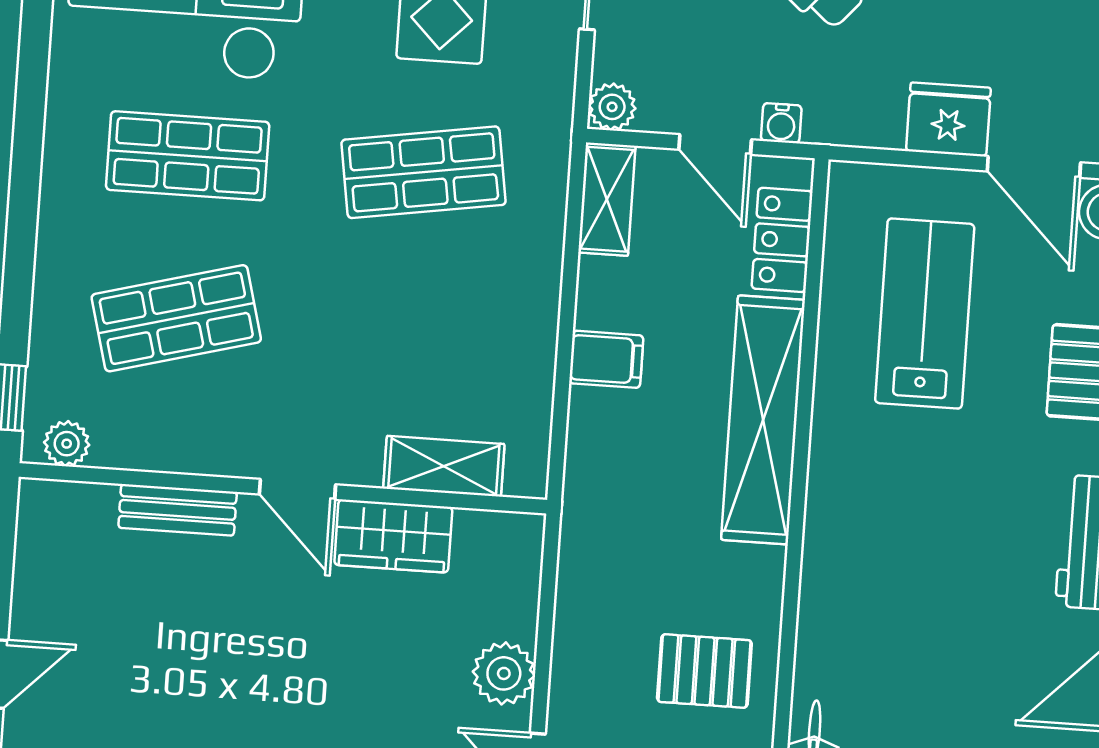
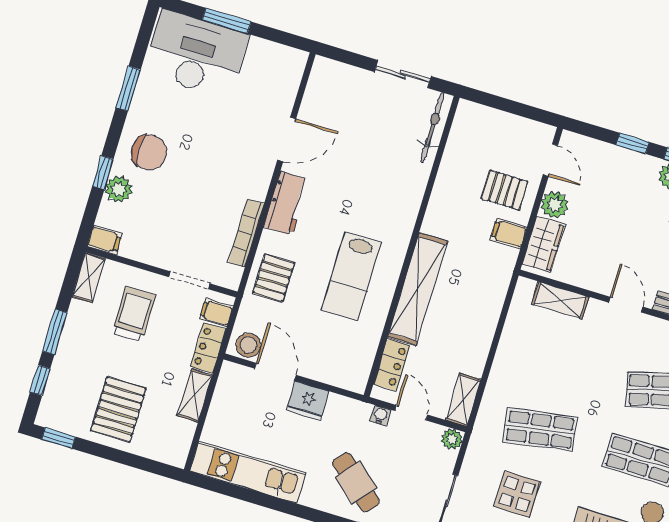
lab bench: (925, 314) -> (351, 276), moved
filing cabinet: (606, 359) -> (509, 234), moved
wardrobe: (393, 536) -> (543, 244), moved, turned 90
pallet: (704, 671) -> (505, 190), moved

